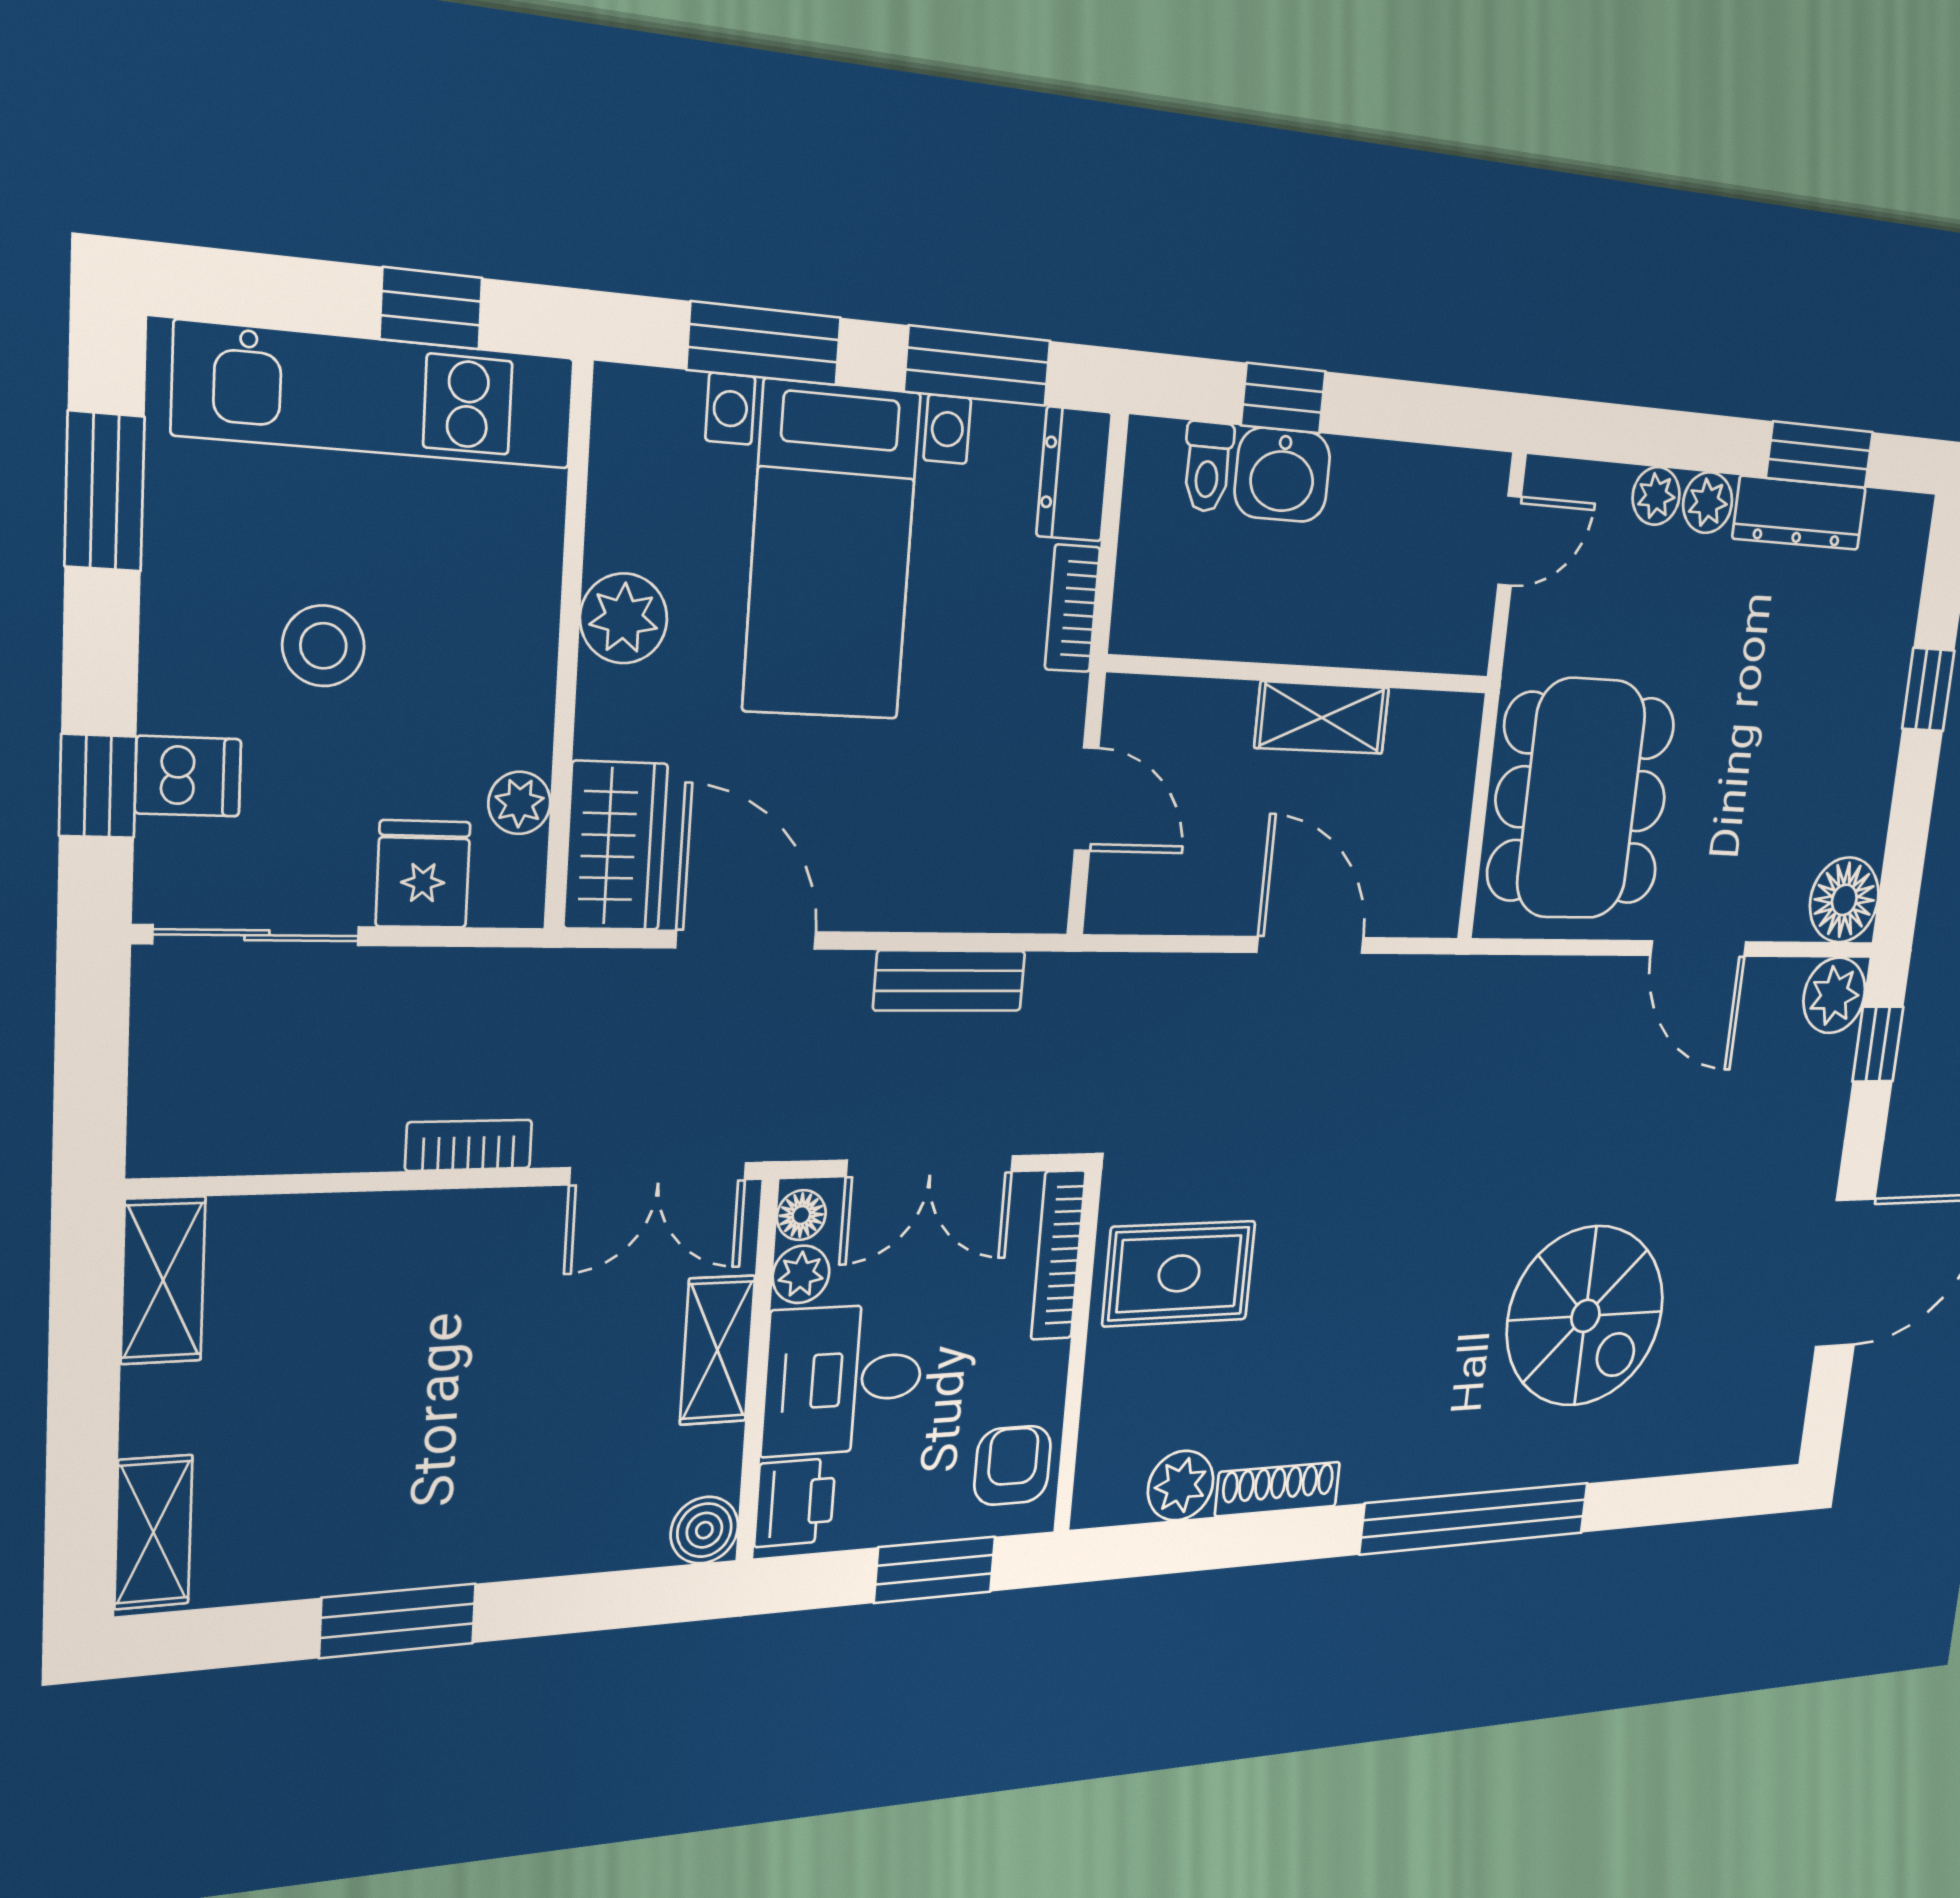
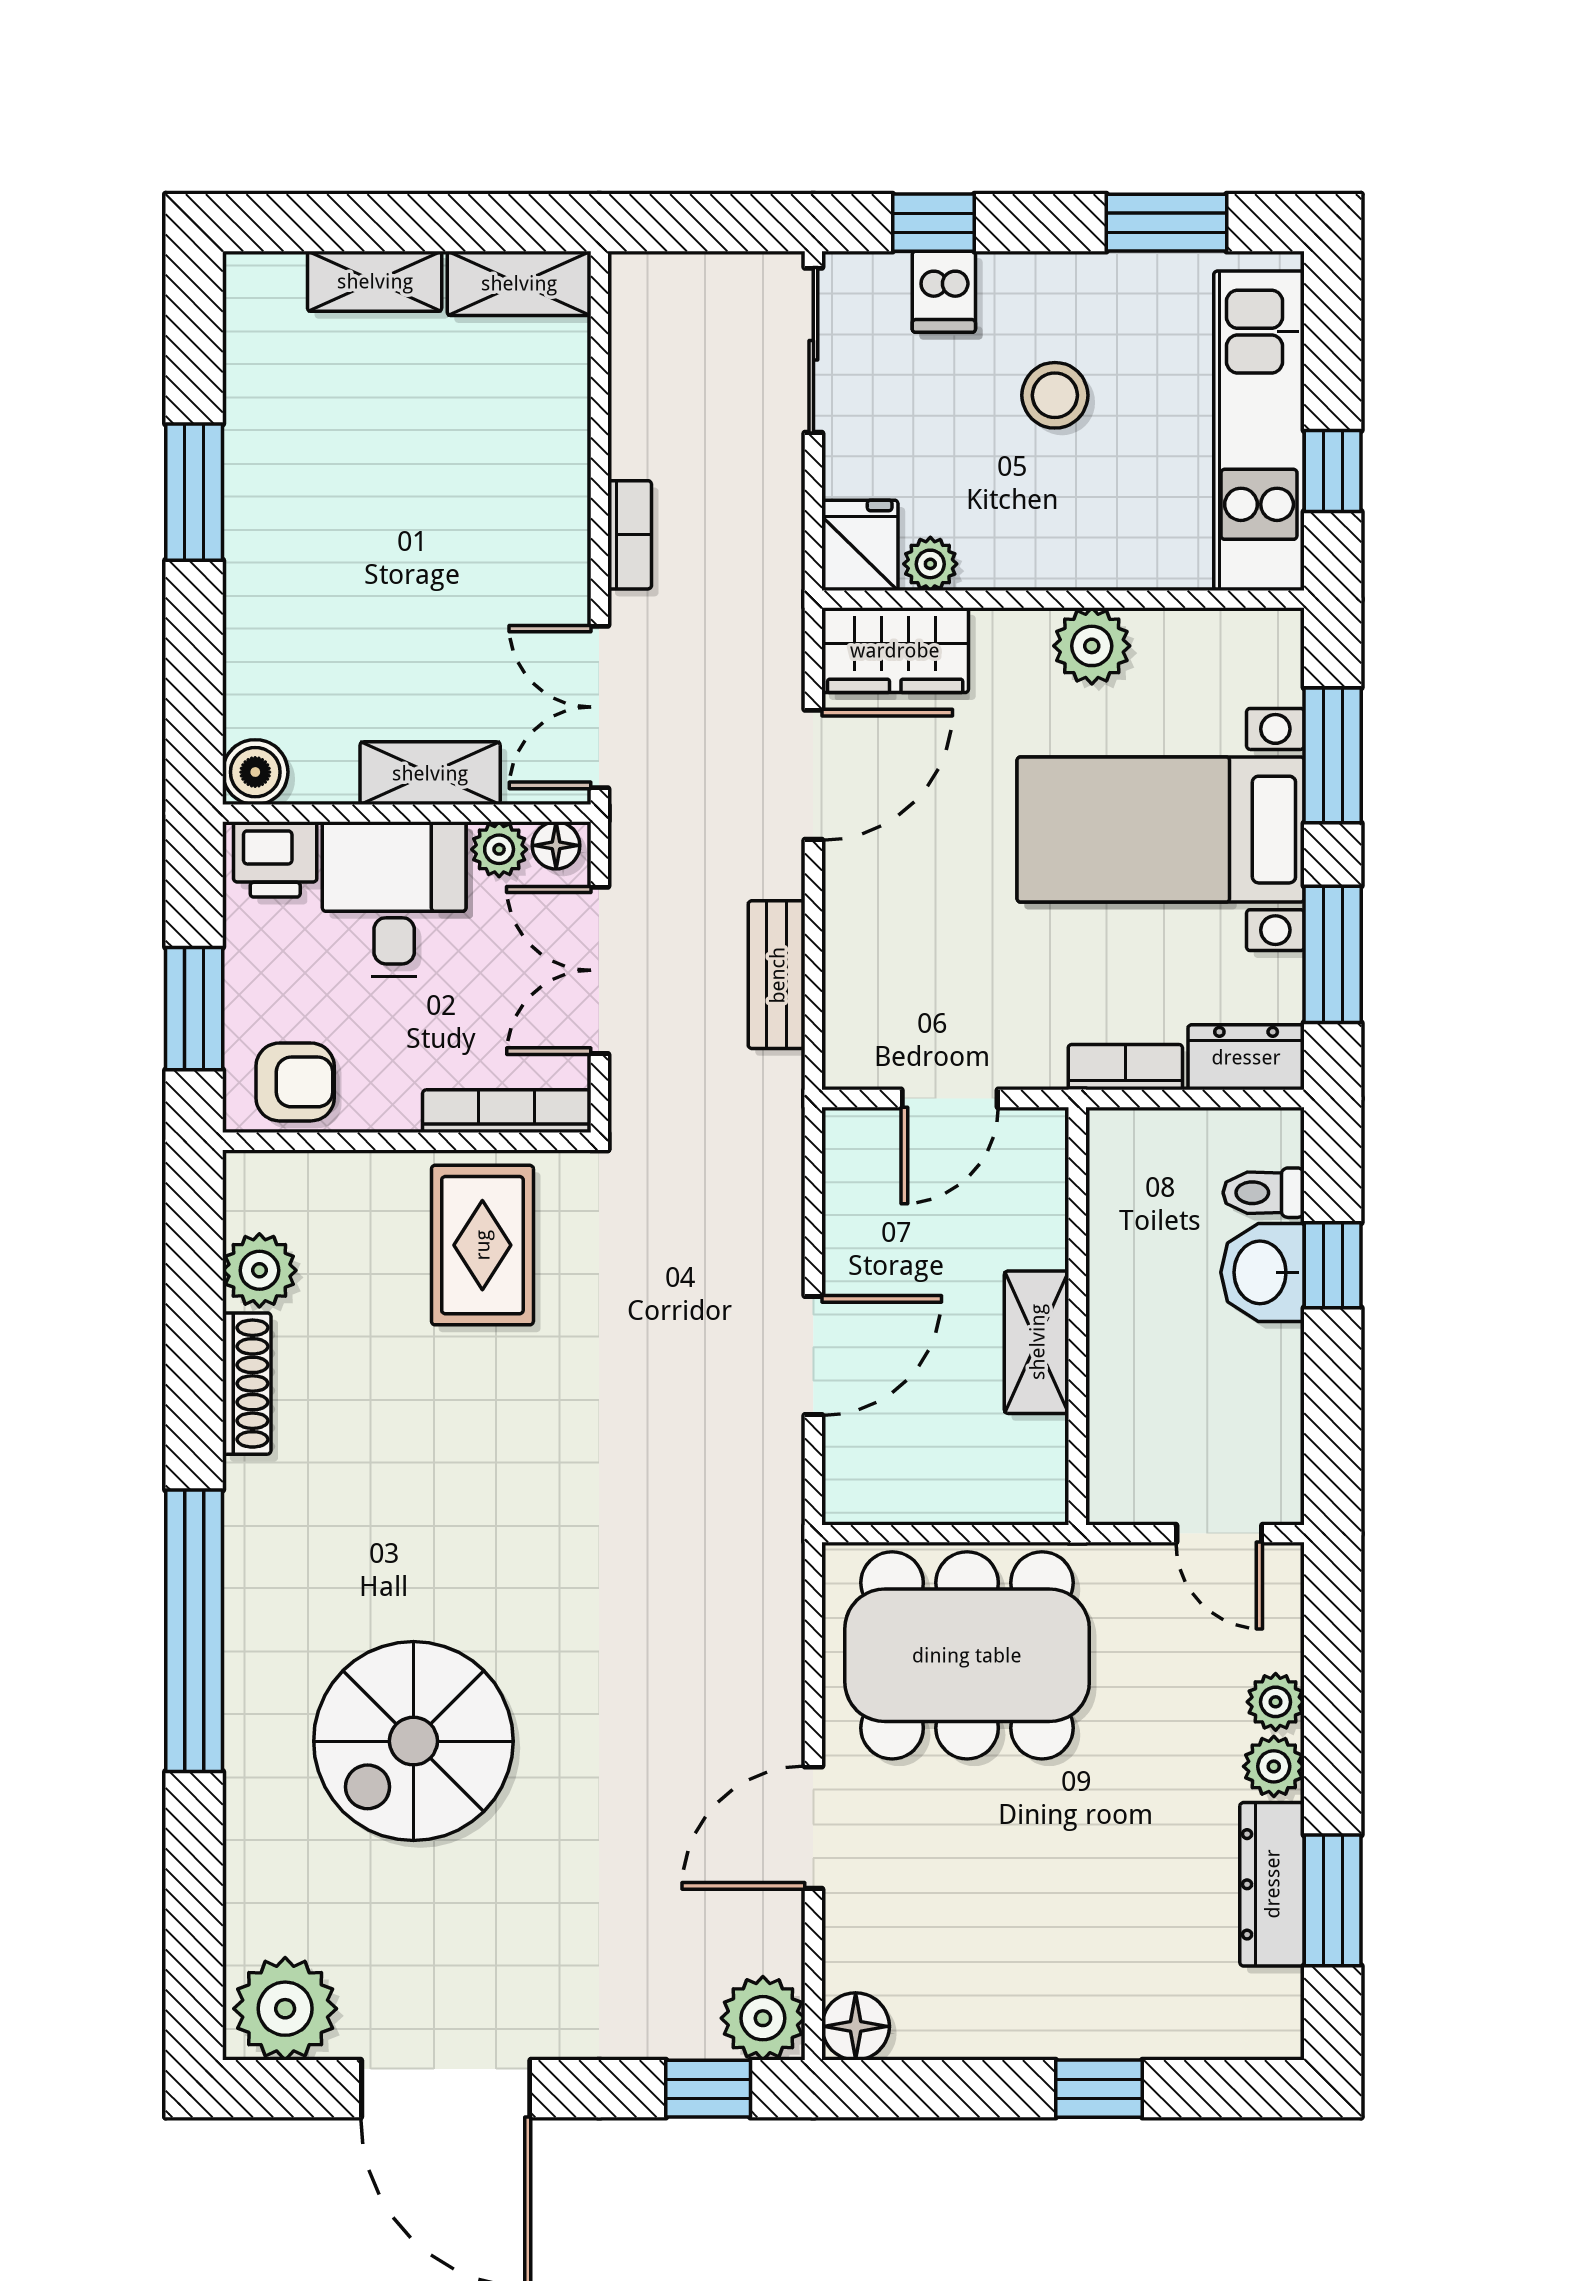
fridge: (423, 874) -> (860, 545), moved, turned -90
floor lamp: (1844, 900) -> (856, 2026), width x0.73, depth x0.73
plant: (1769, 1414) -> (285, 2009), added
shelving: (153, 1532) -> (375, 281), moved

